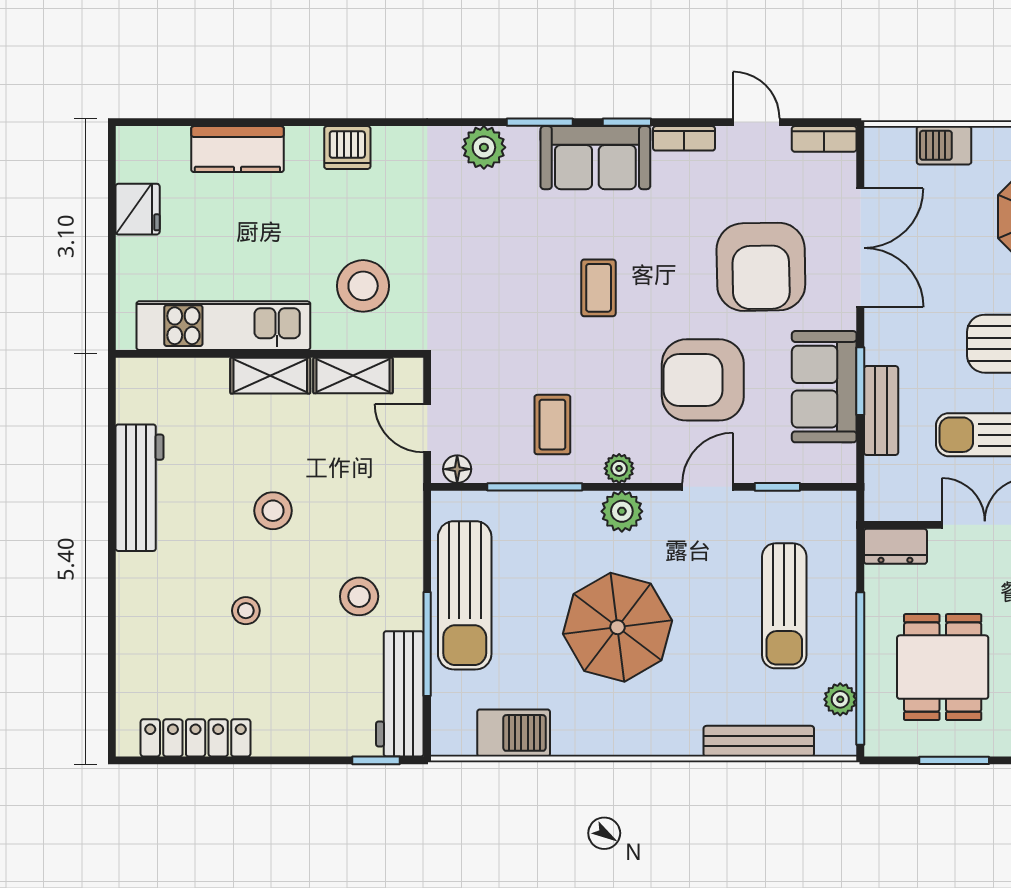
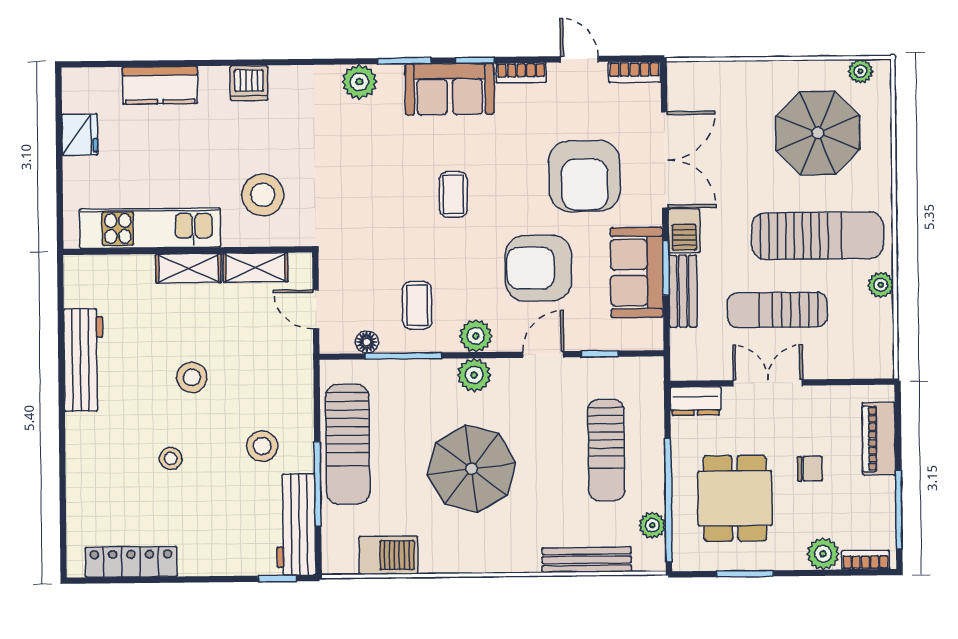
barbecue: (944, 145) -> (684, 231), moved, turned -90
plant: (619, 468) -> (476, 336), width x1.38, depth x1.38
floor lamp: (457, 469) -> (367, 342), moved

